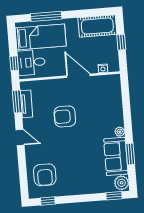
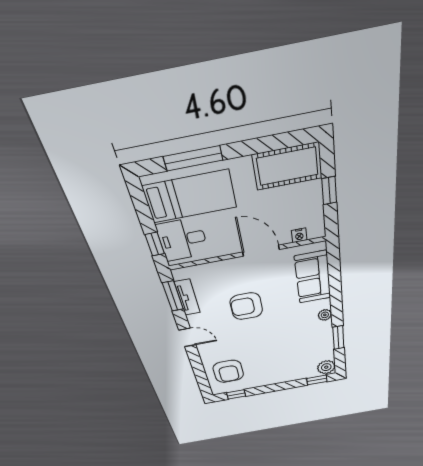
sofa: (116, 156) -> (313, 277), moved

